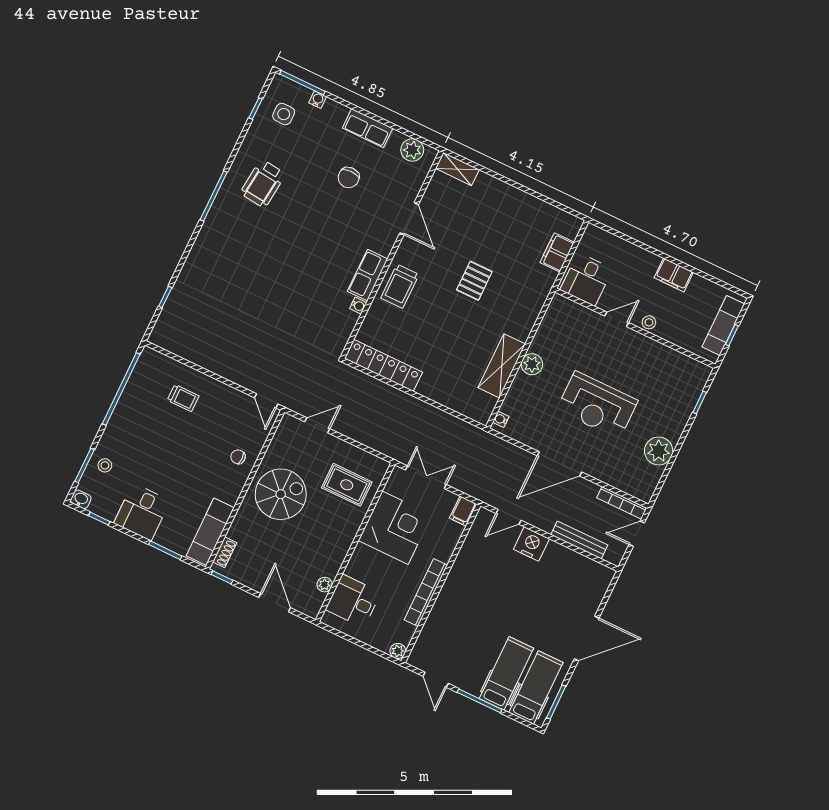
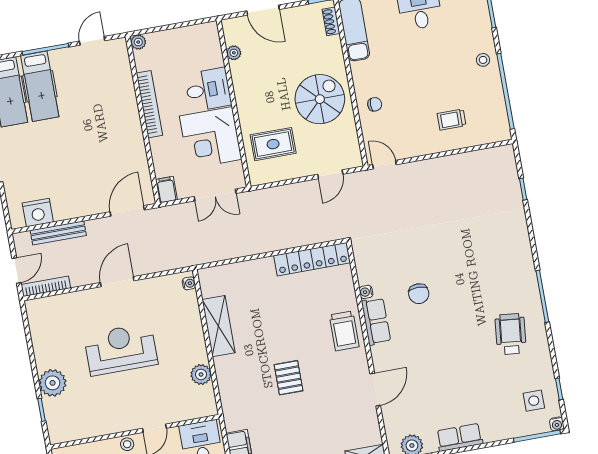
water cooler: (318, 100) -> (557, 424), moved
chair: (349, 178) -> (419, 294), moved, turned 180
door: (409, 219) -> (375, 390), swing flipped
trolley: (400, 286) -> (344, 331), turned 180
plant: (532, 364) -> (201, 374), moved
plant: (659, 451) -> (53, 383), moved
door: (559, 464) -> (117, 282), width x0.73
stool: (105, 465) -> (483, 60), moved
spiral stairs: (281, 494) -> (320, 99), turned 180
door: (509, 517) -> (127, 211), width x1.38
nightstand: (531, 544) -> (38, 213), moved
desk: (353, 601) -> (208, 90), moved
door: (436, 680) -> (92, 41), hinge flipped

